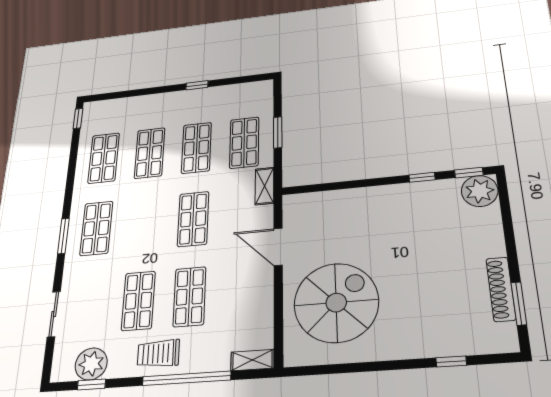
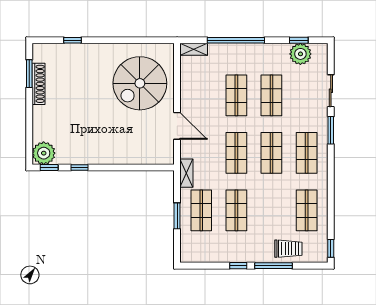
window: (152, 91) -> (274, 266), added
shop shelf: (150, 153) -> (271, 153), moved
window: (63, 236) -> (331, 130), moved
trolley: (158, 353) -> (288, 249), moved

